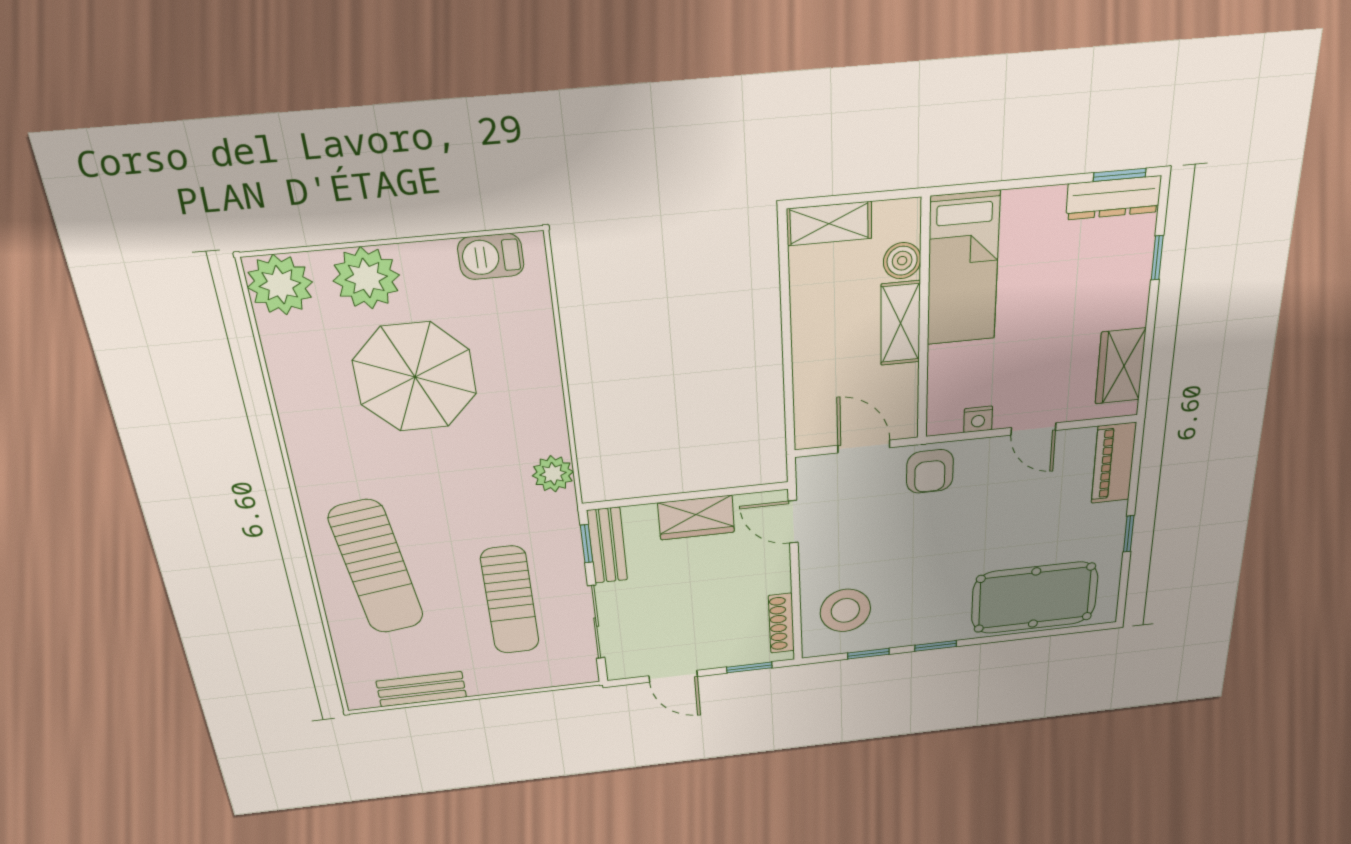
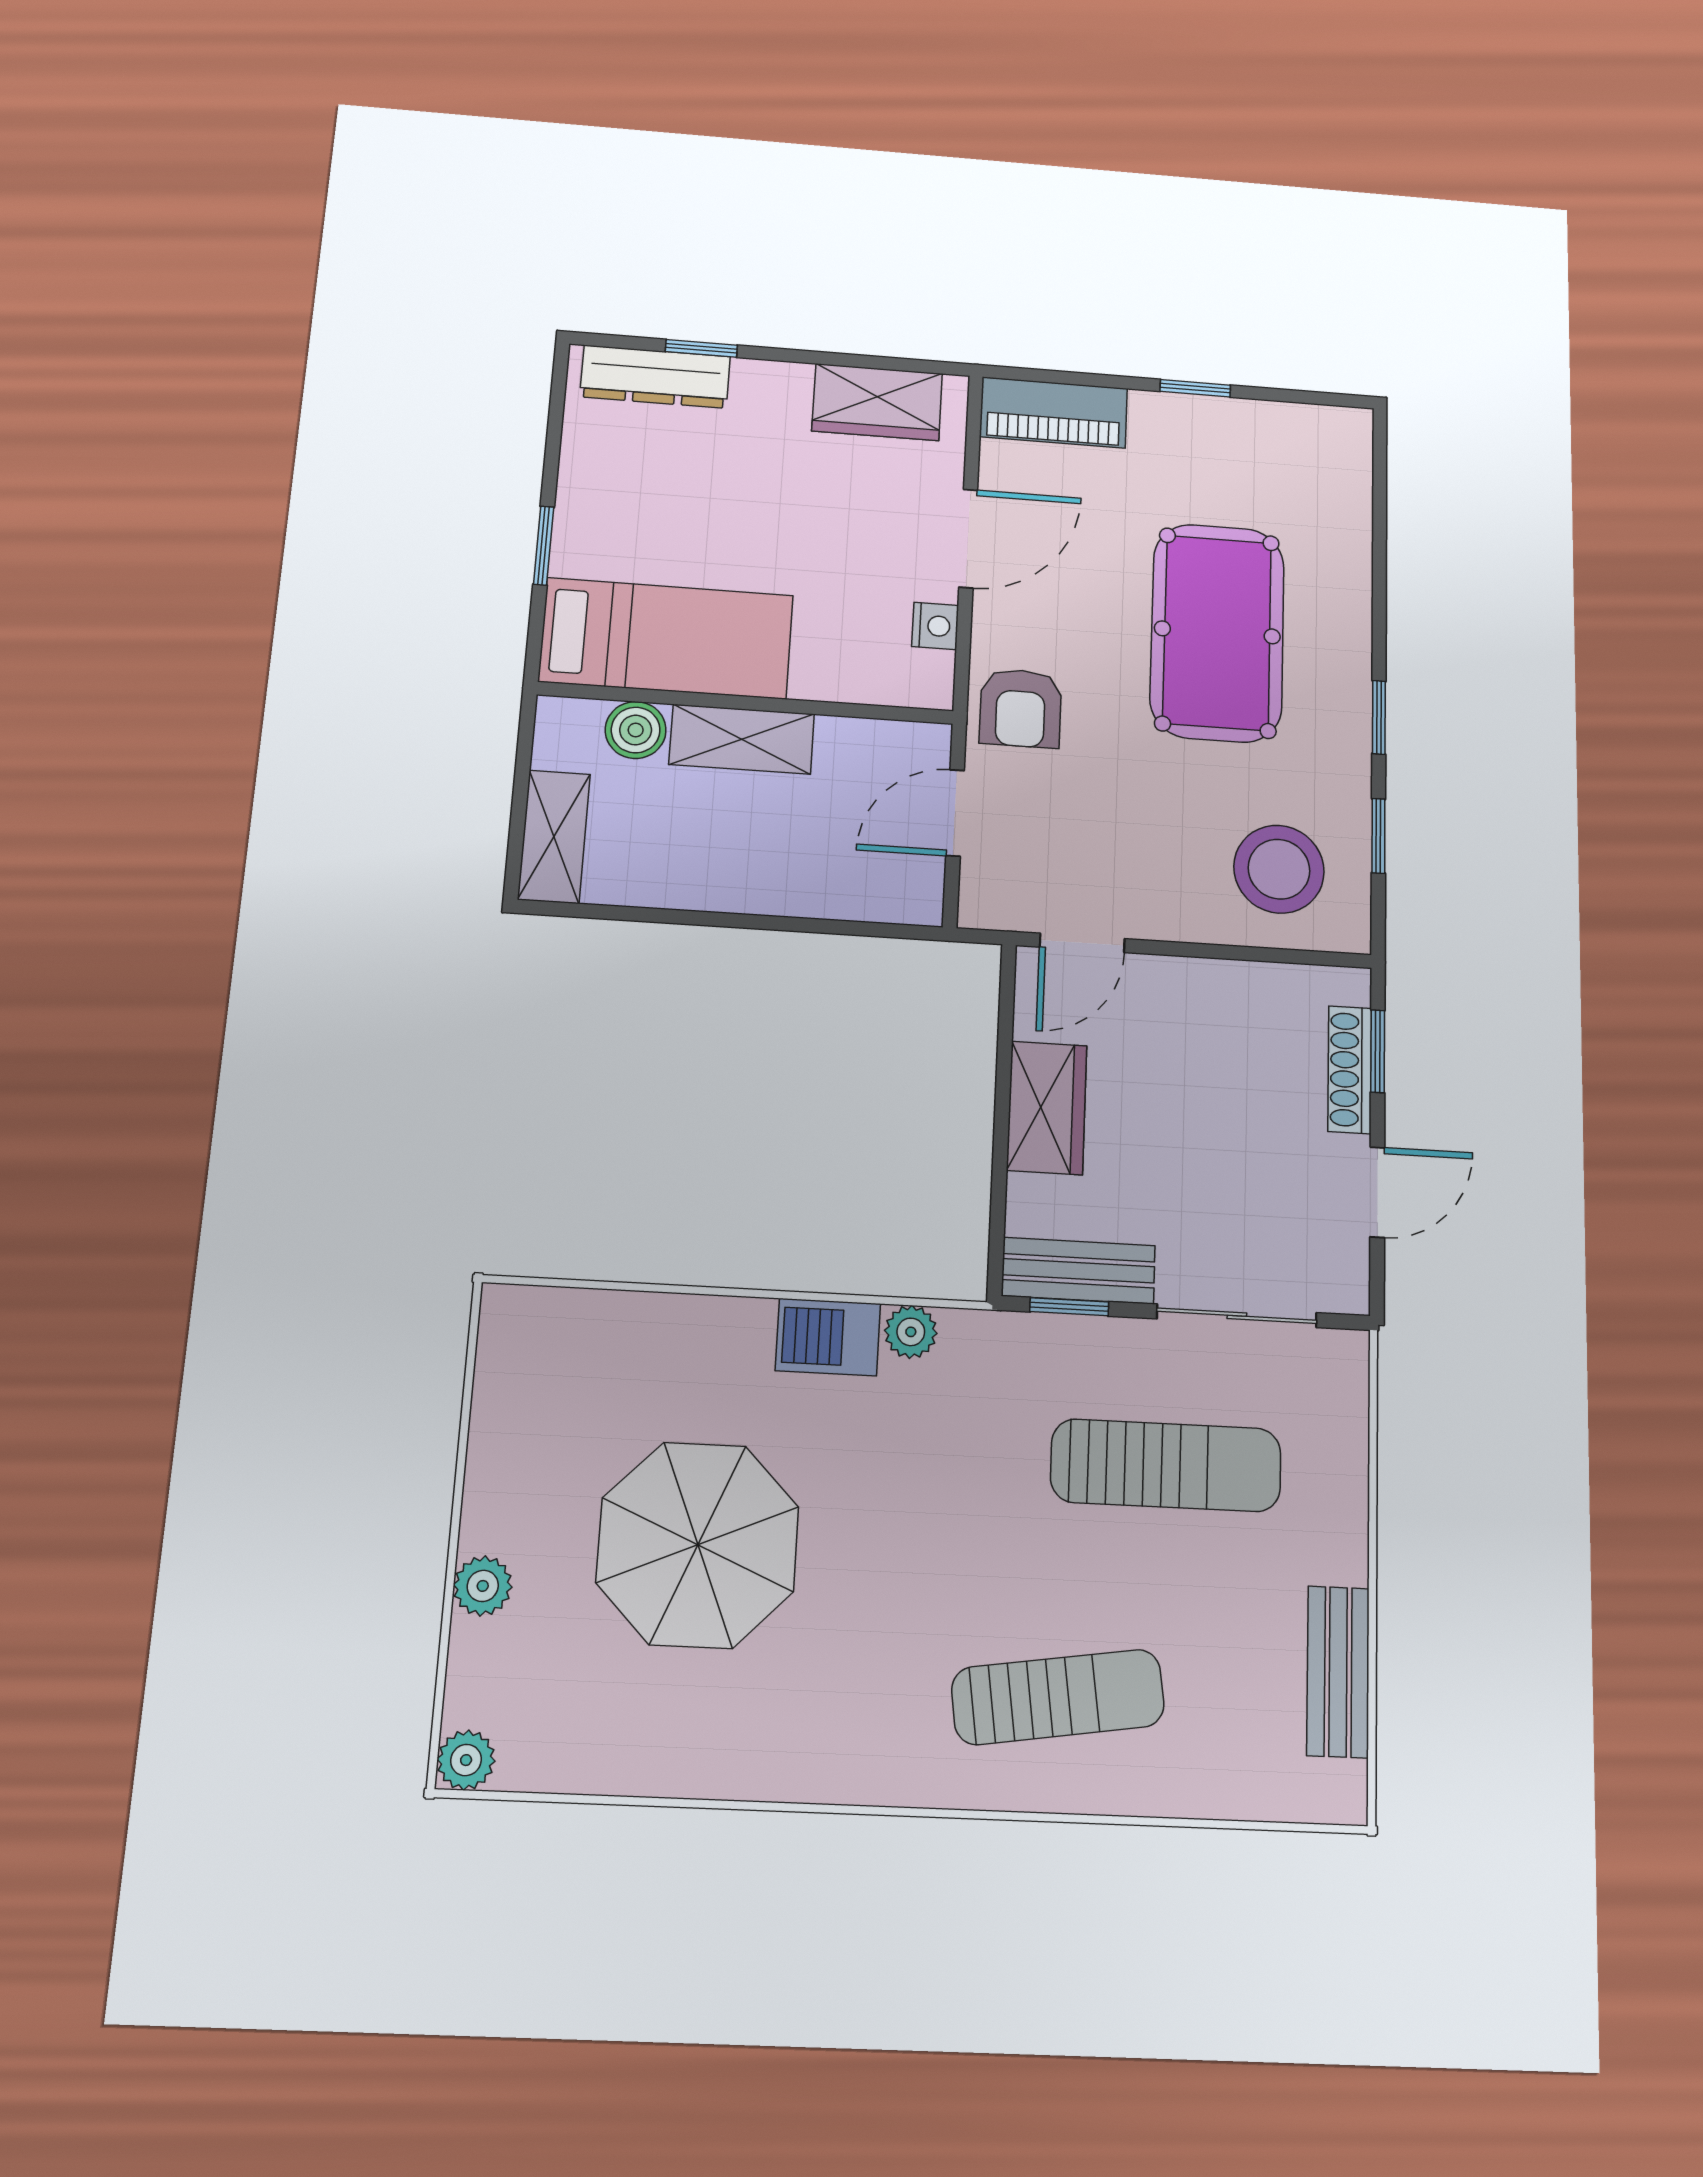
window: (1120, 175) -> (544, 546), moved
dresser: (1114, 198) -> (655, 377), moved, turned 90
barbecue: (491, 257) -> (828, 1337), moved, turned 90
plant: (366, 278) -> (483, 1586), width x0.53, depth x0.53
plant: (280, 285) -> (466, 1760), width x0.53, depth x0.53
door: (1033, 429) -> (968, 539), width x1.38
armchair: (930, 471) -> (1020, 708), turned 90
plant: (553, 474) -> (911, 1332), width x0.73, depth x0.73
sun lounger: (376, 567) -> (1058, 1697), width x0.73, depth x0.75
pool table: (1035, 598) -> (1217, 632), moved
shoe rack: (781, 623) -> (1350, 1070), moved, turned 90

